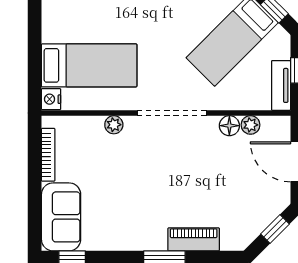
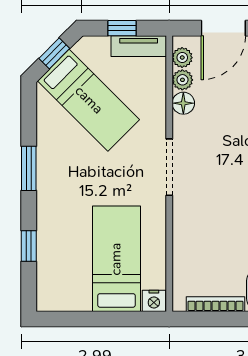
doorway: (172, 113) -> (169, 167), width x0.73
plant: (114, 125) -> (182, 58), moved

